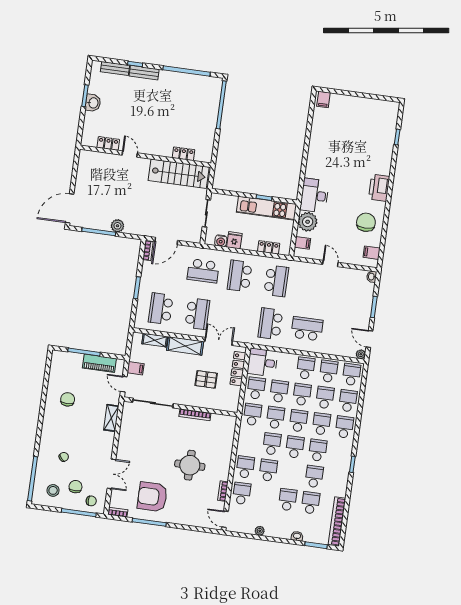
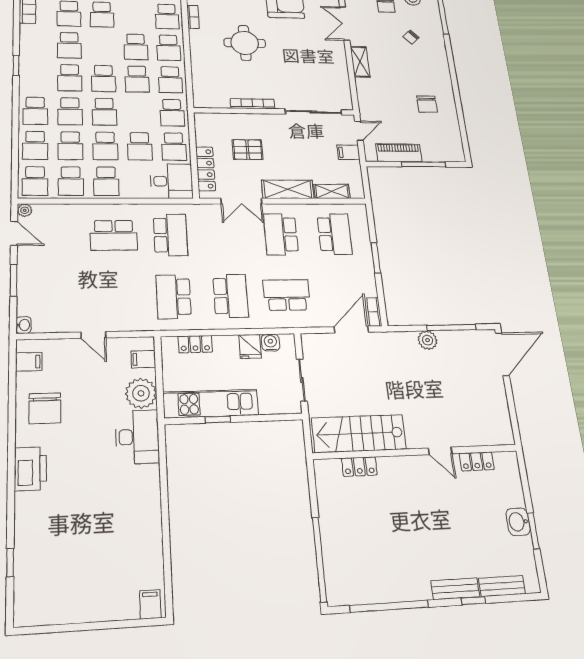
door: (124, 384) -> (359, 131), hinge flipped
shelving: (111, 418) -> (360, 62), moved
school desk: (275, 418) -> (170, 80), moved

